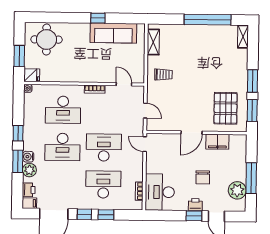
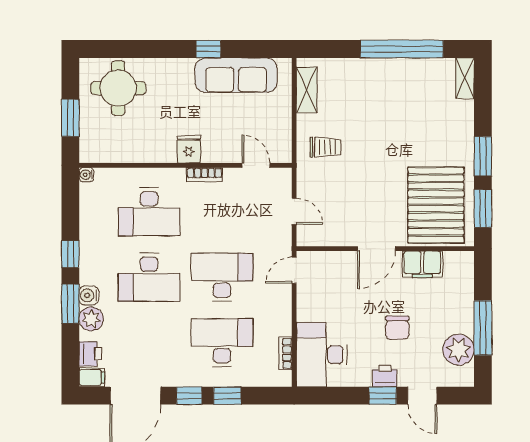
fridge: (32, 75) -> (189, 149), moved, turned -90
pallet: (226, 108) -> (436, 205), width x1.37, depth x1.41
door: (145, 144) -> (294, 270), hinge flipped

